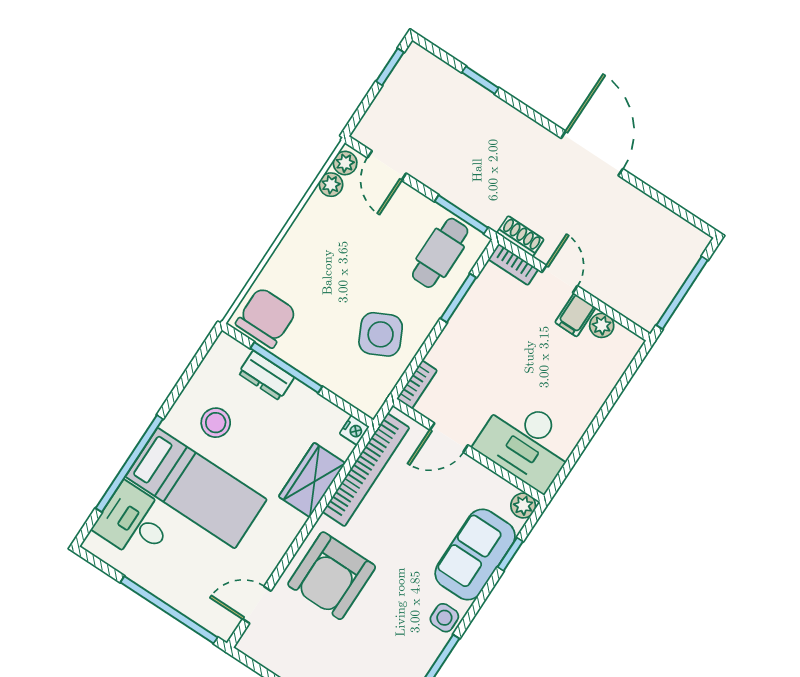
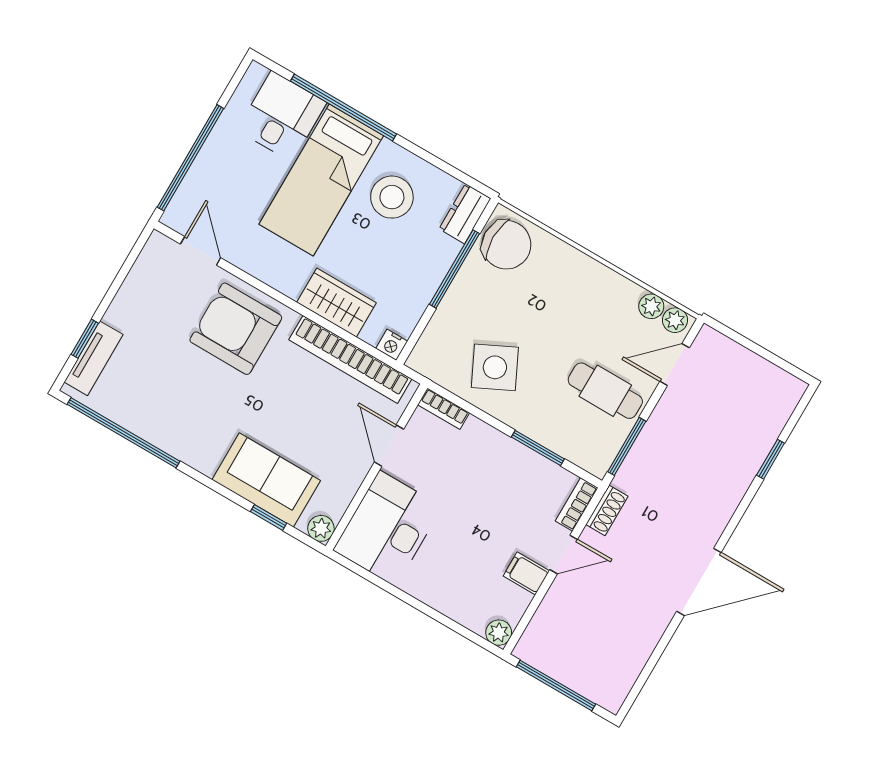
window: (390, 67) -> (780, 362), removed
cafe table: (440, 253) -> (605, 391), moved
plant: (602, 325) -> (499, 633), moved
dresser: (266, 375) -> (465, 214), moved
stool: (216, 423) -> (392, 197), width x1.38, depth x1.38
side table: (444, 618) -> (197, 451), removed

